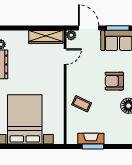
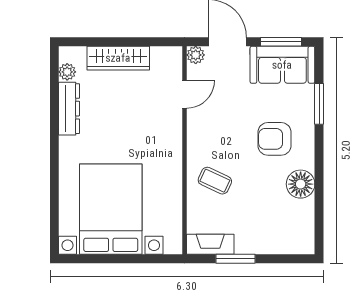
wardrobe: (46, 37) -> (118, 58), moved
fireplace: (91, 139) -> (210, 244), moved

